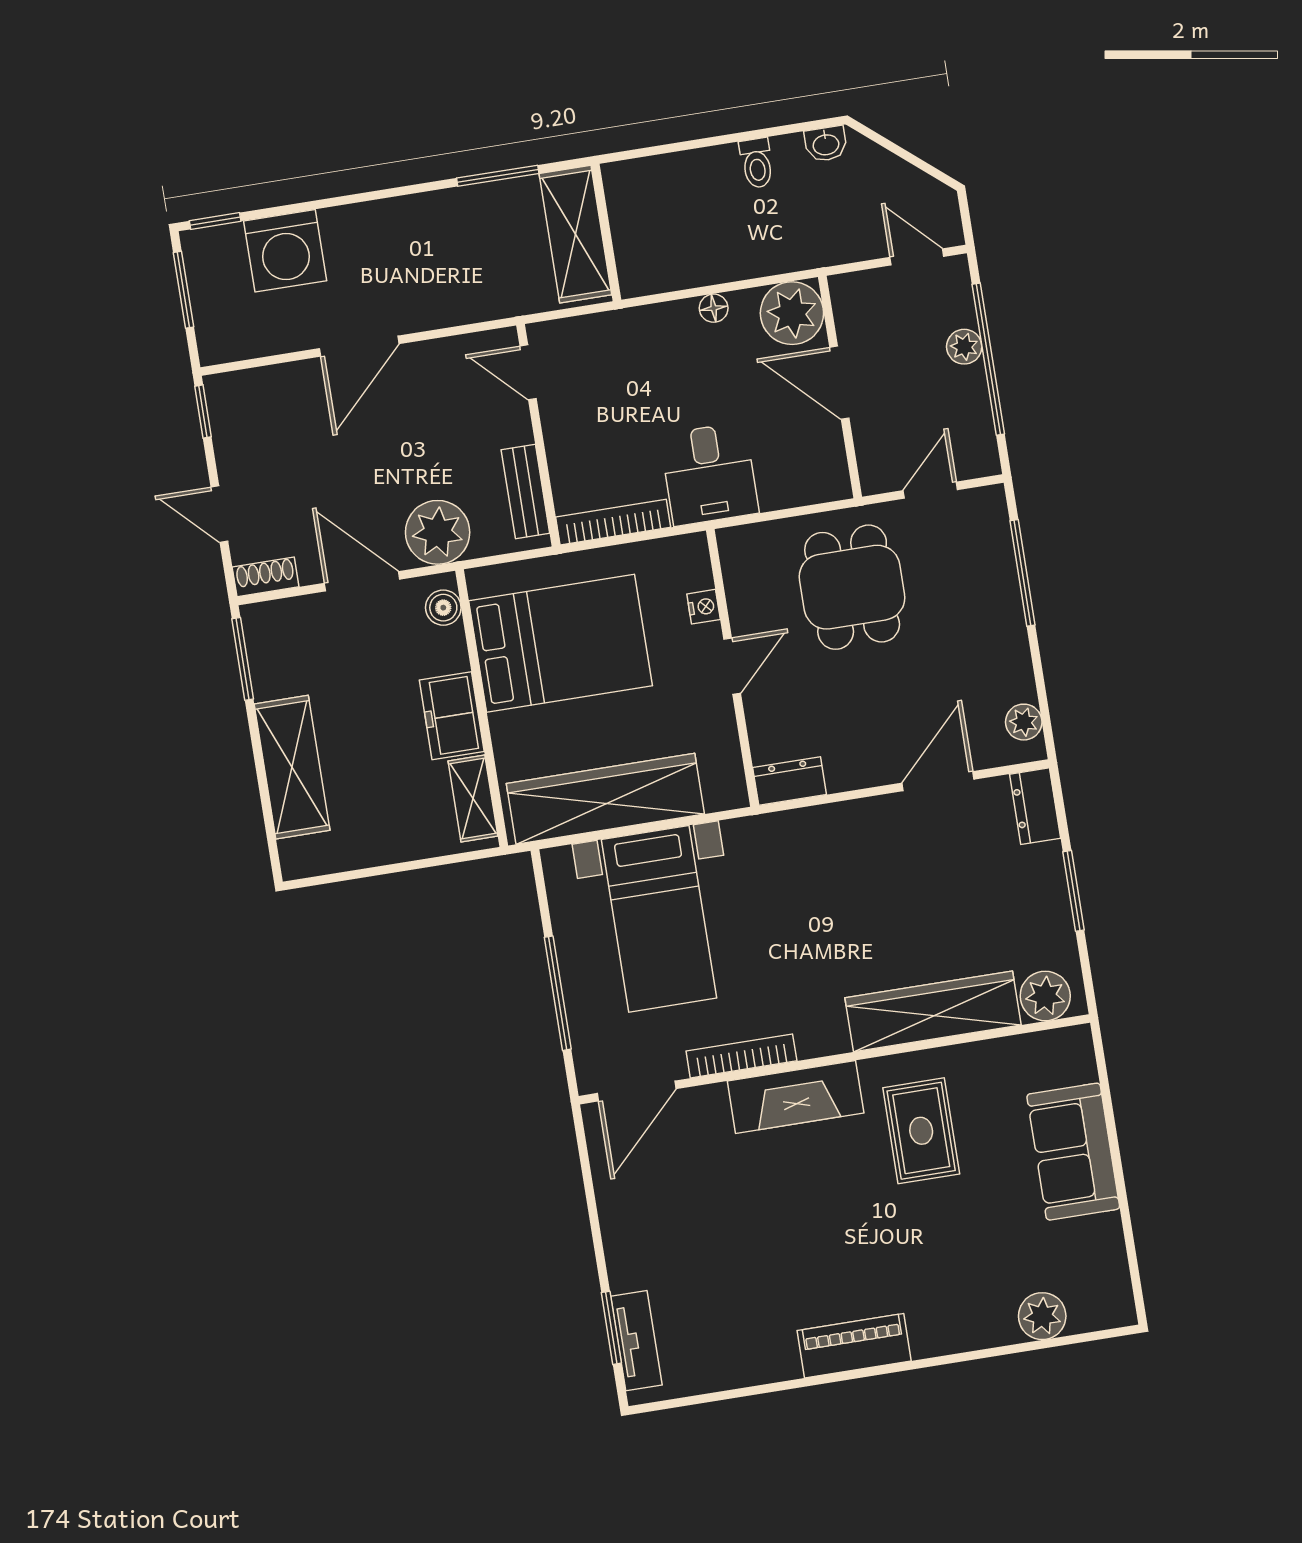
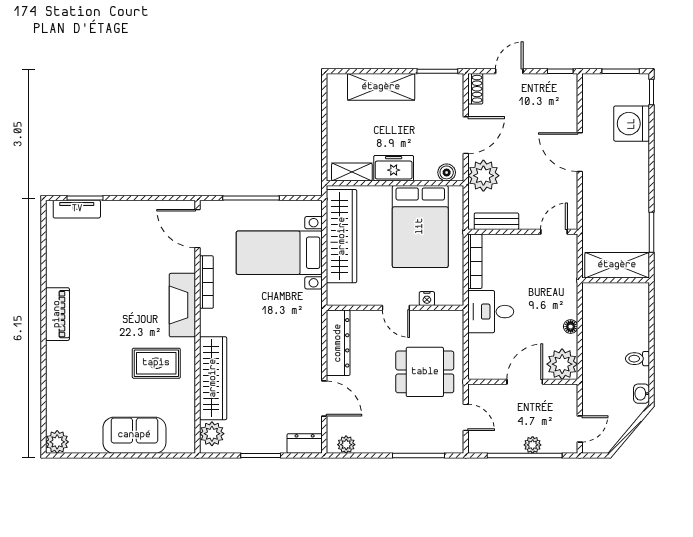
dresser: (790, 781) -> (338, 343), width x1.96, depth x1.24
plant: (1042, 1316) -> (57, 442), moved

